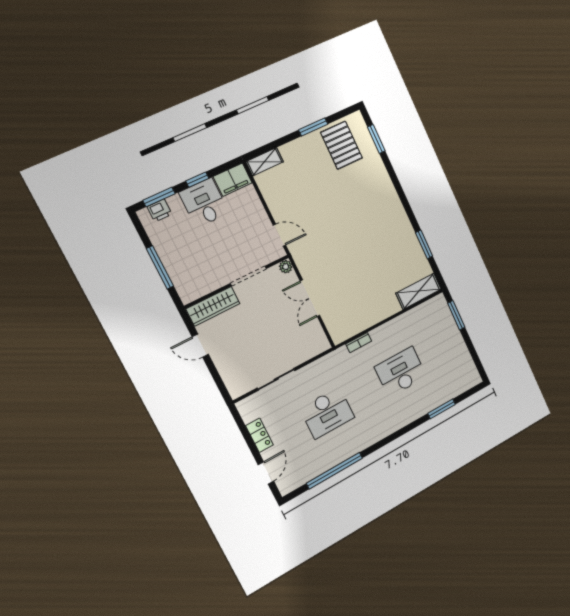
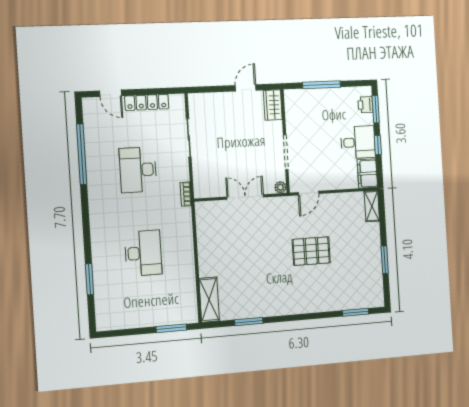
pallet: (341, 145) -> (311, 251), moved
wardrobe: (213, 306) -> (273, 105), width x0.67
bookcase: (359, 343) -> (186, 194), moved
locker: (259, 435) -> (147, 102), width x1.53

